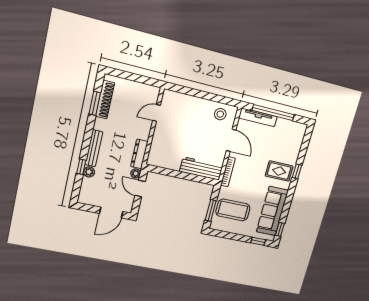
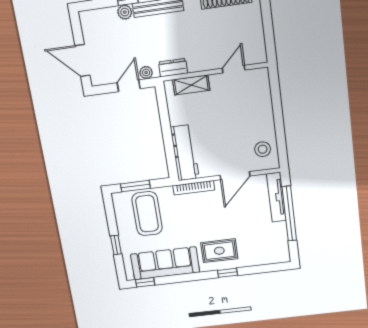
door: (156, 113) -> (234, 69), hinge flipped
shelving: (156, 146) -> (191, 85), added
dresser: (139, 154) -> (173, 68), width x0.70
rug: (279, 171) -> (219, 251), turned 90
window: (258, 241) -> (116, 245), moved

